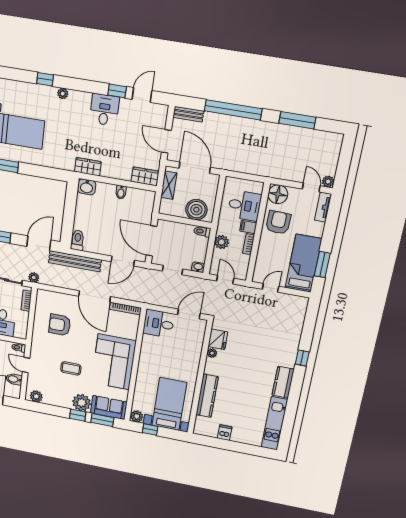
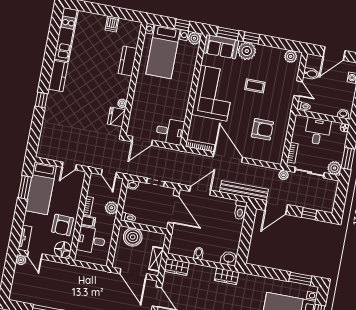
kitchen counter: (207, 396) -> (128, 61), width x0.67

